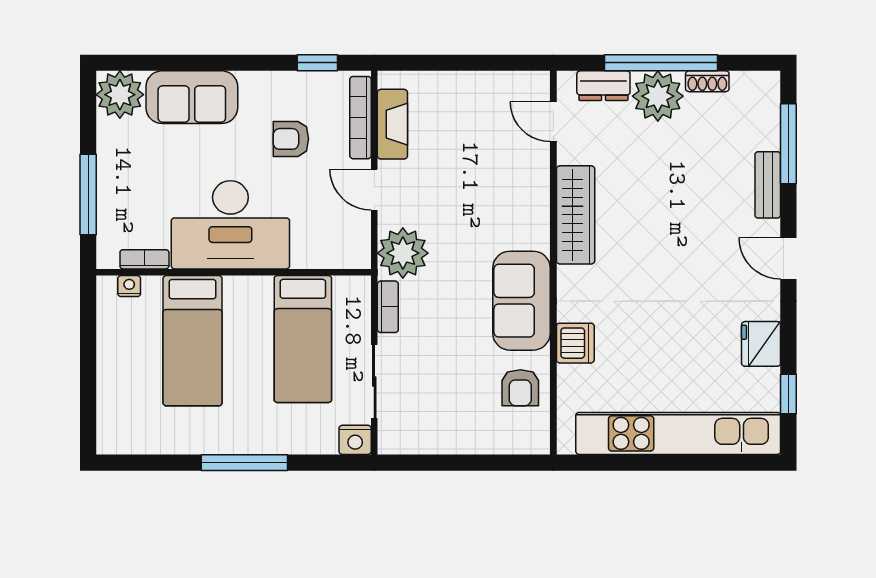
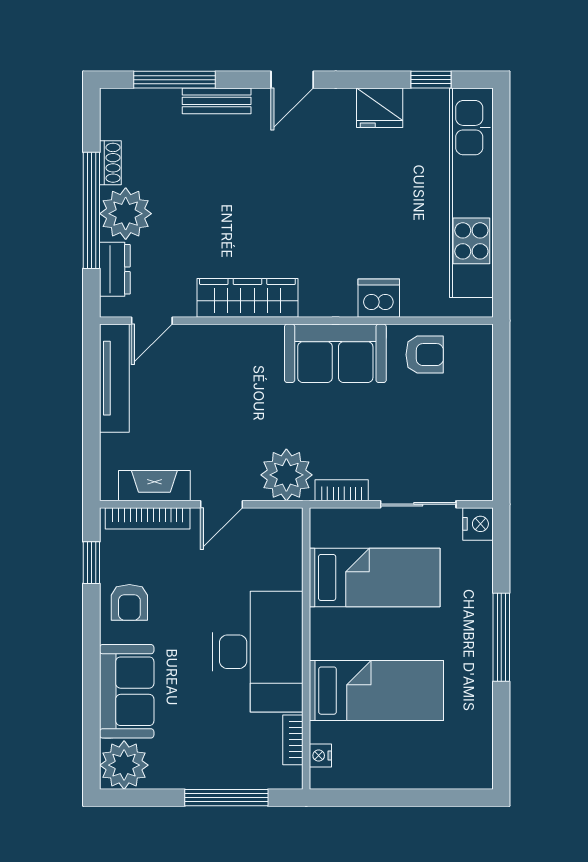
tv unit: (497, 85) -> (114, 378), added
armchair: (291, 139) -> (129, 602), moved

